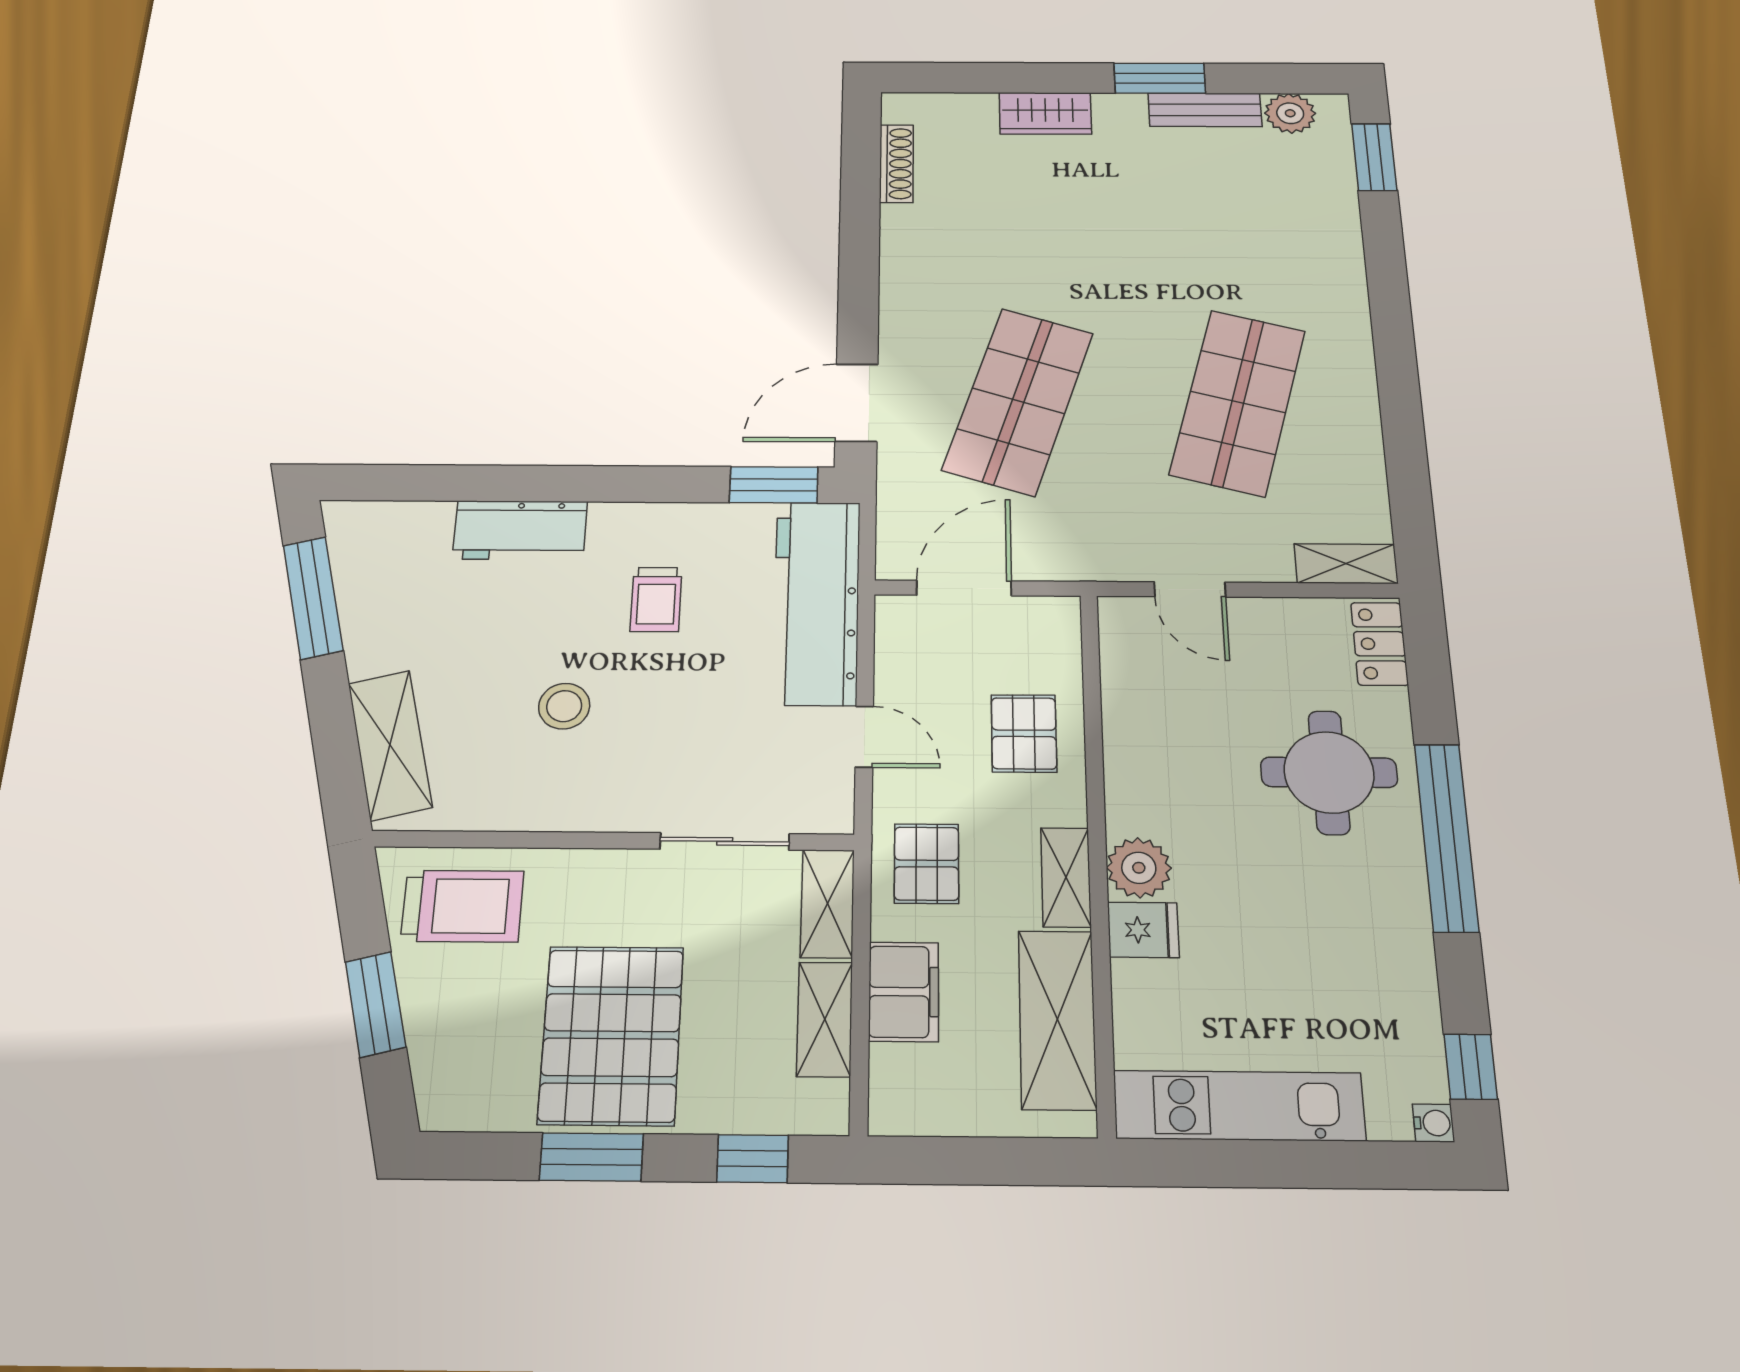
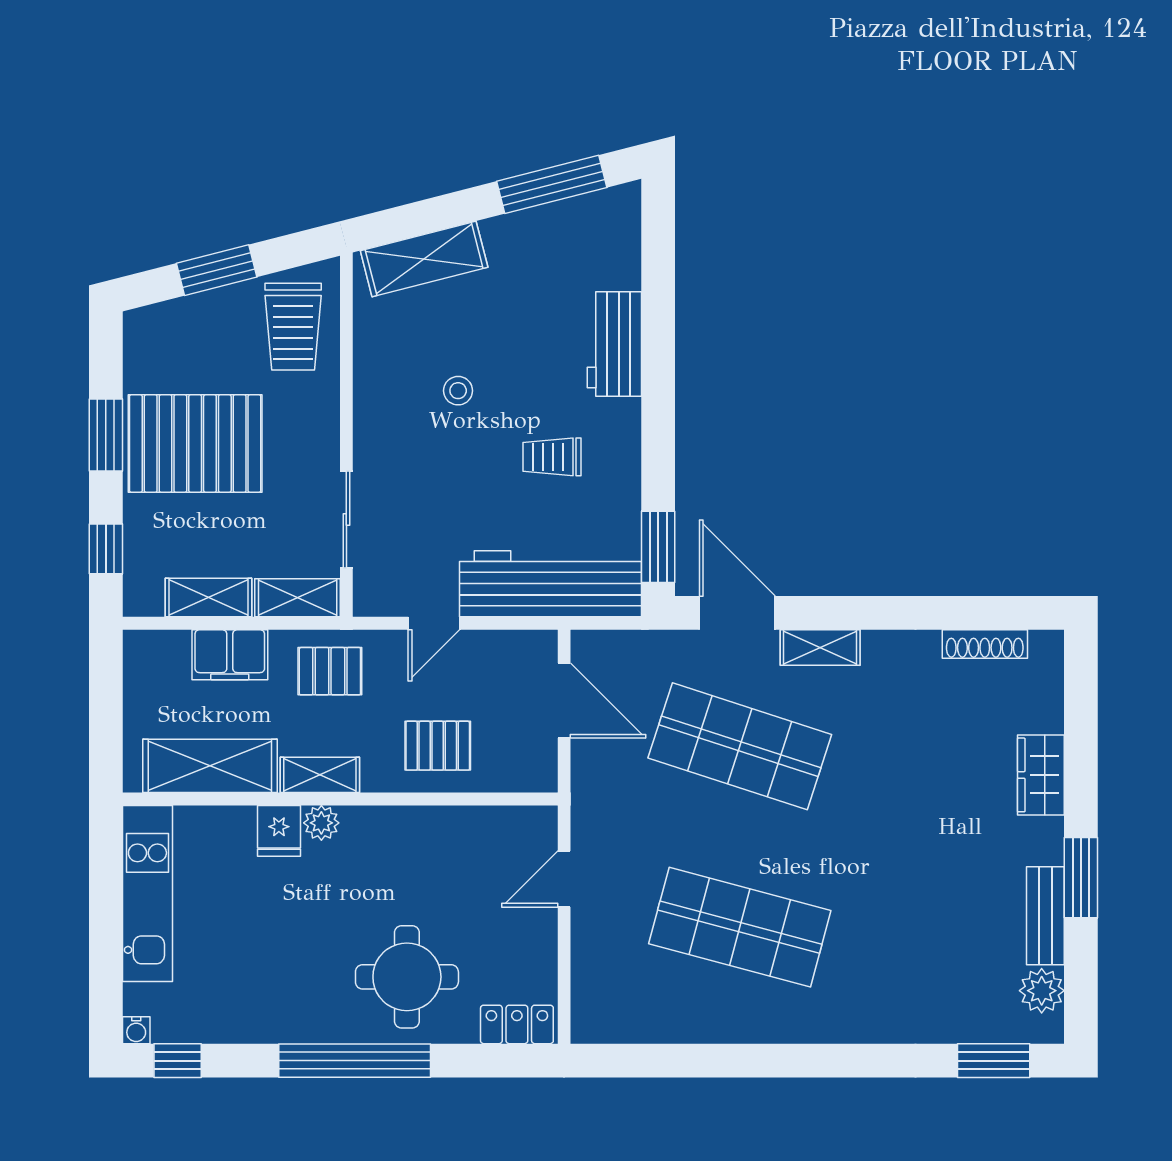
shelving: (1346, 564) -> (820, 647), moved, turned 90
stool: (564, 706) -> (458, 391), width x0.73, depth x0.73
plant: (1139, 868) -> (321, 823), width x0.73, depth x0.73

